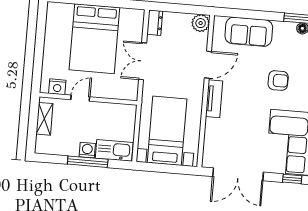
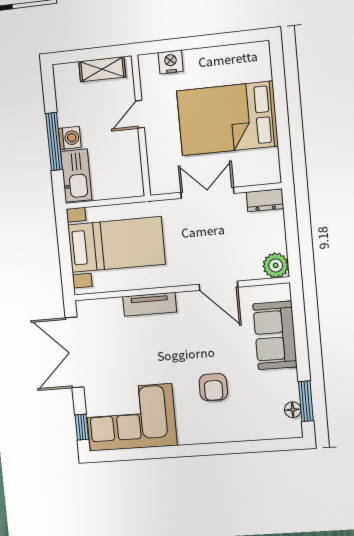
nightstand: (57, 87) -> (171, 62), moved, turned 90
door: (80, 98) -> (140, 114), swing flipped
tv unit: (214, 99) -> (150, 304), moved

